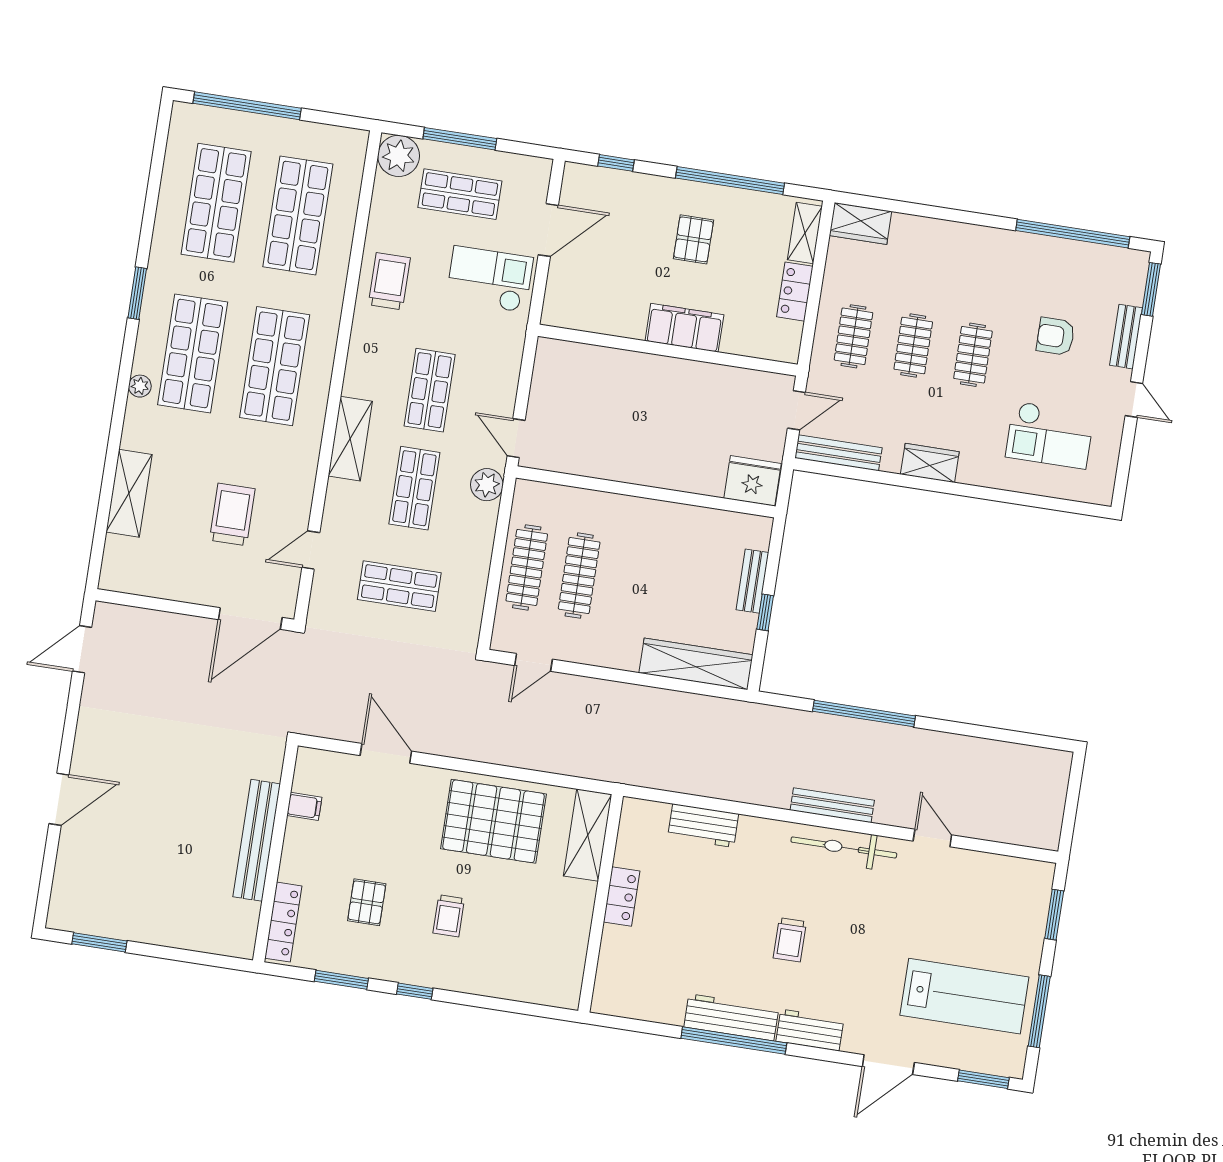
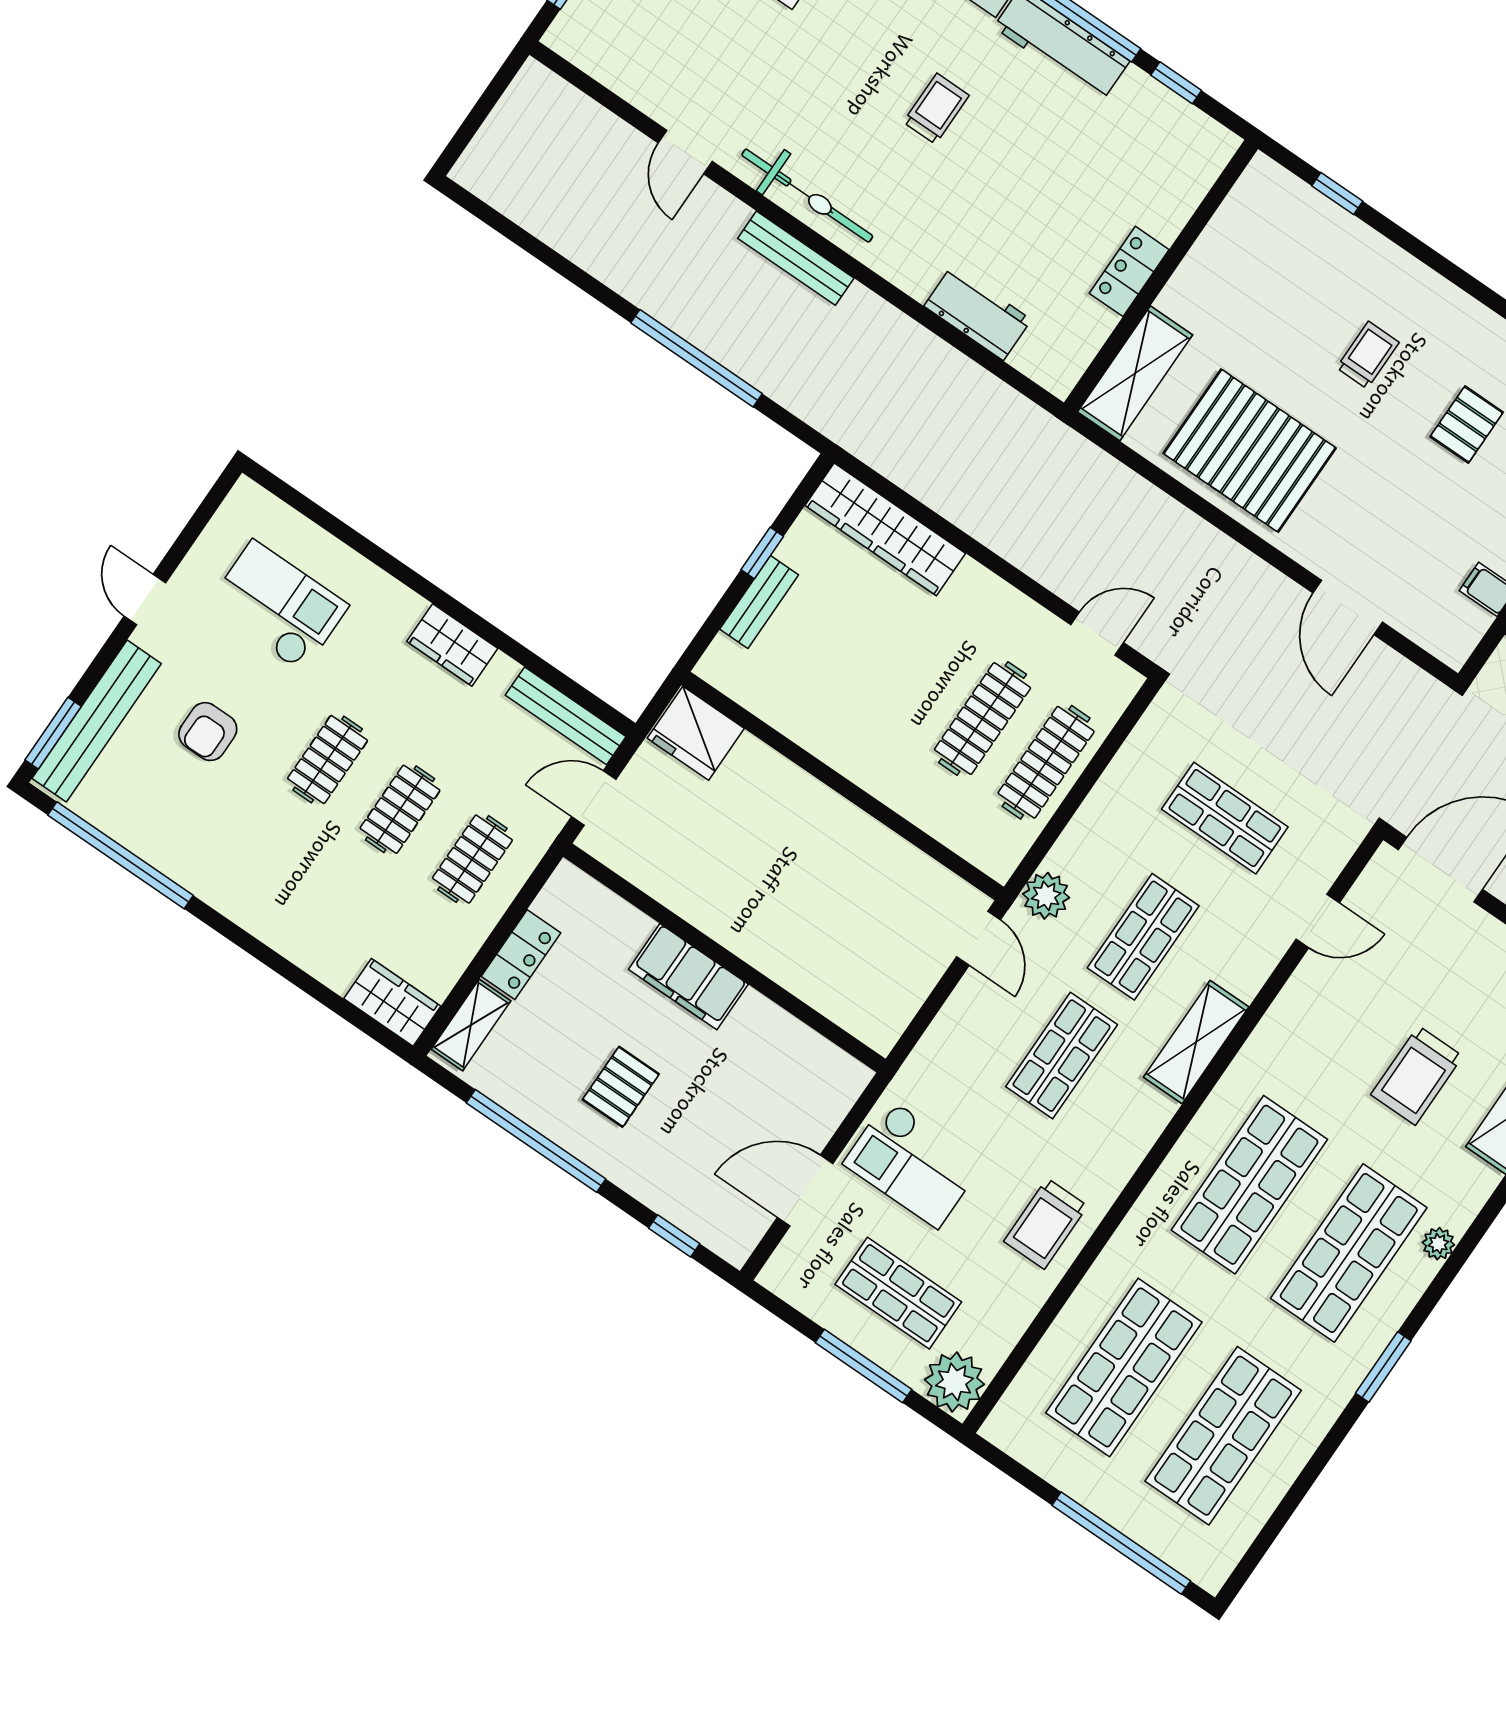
armchair: (1056, 336) -> (208, 732), turned 90
bench: (1126, 337) -> (97, 721), width x1.86, depth x1.21
trolley: (232, 514) -> (1417, 1075), moved
window: (415, 991) -> (1337, 194), moved
window: (649, 1027) -> (1176, 83), added

